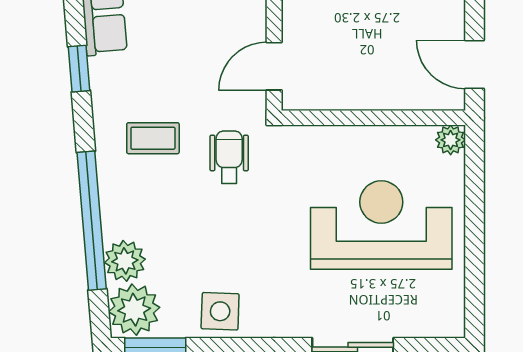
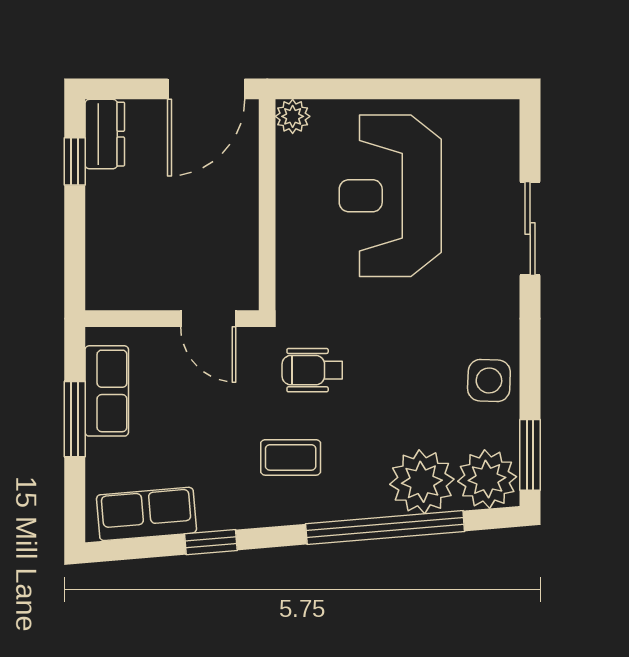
door: (475, 65) -> (206, 89), width x1.38
coffee table: (153, 138) -> (291, 457), turned 90
plant: (125, 261) -> (422, 482), width x1.36, depth x1.36

